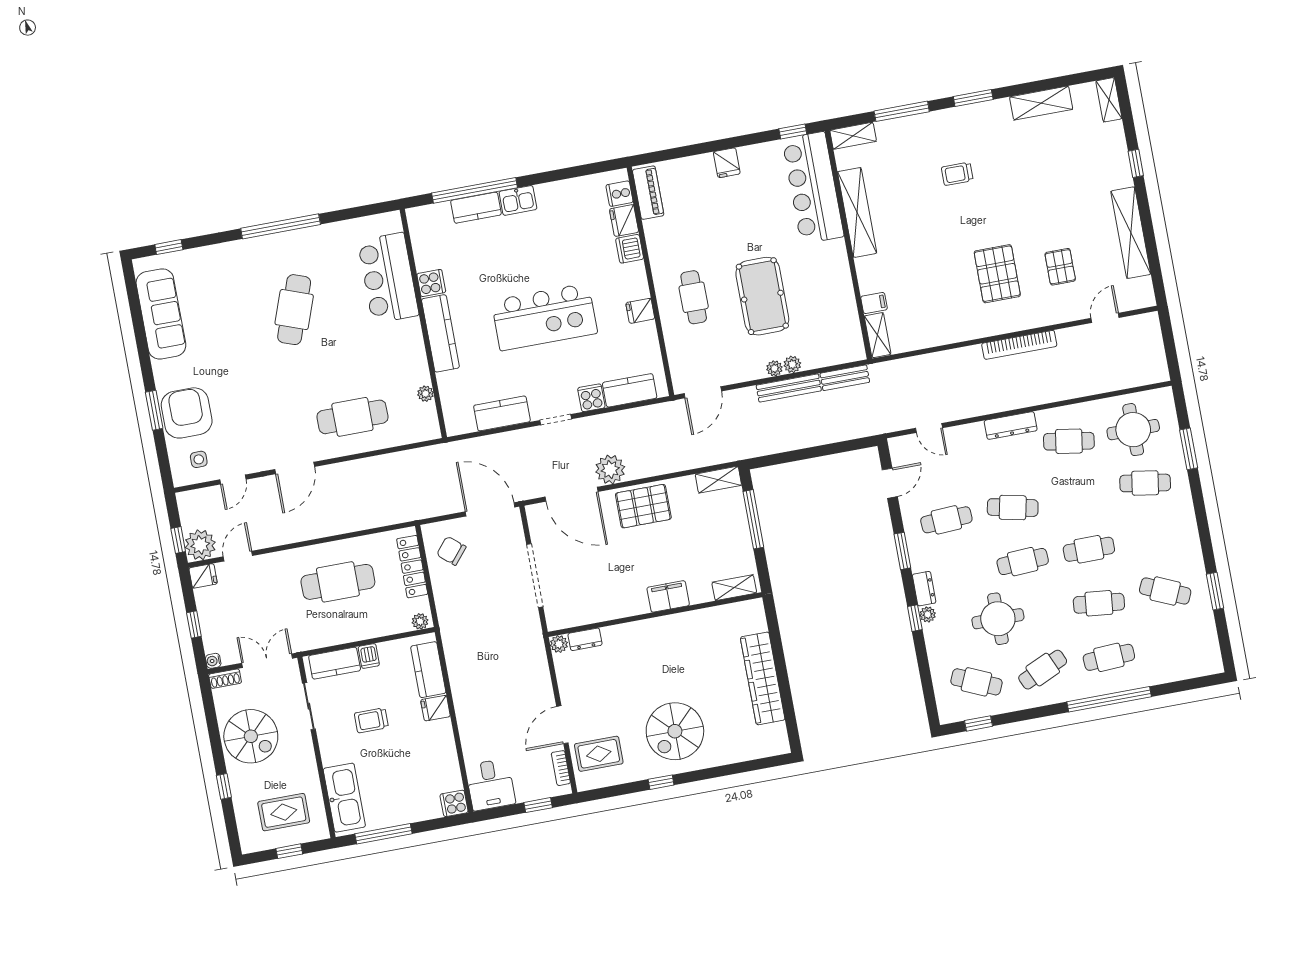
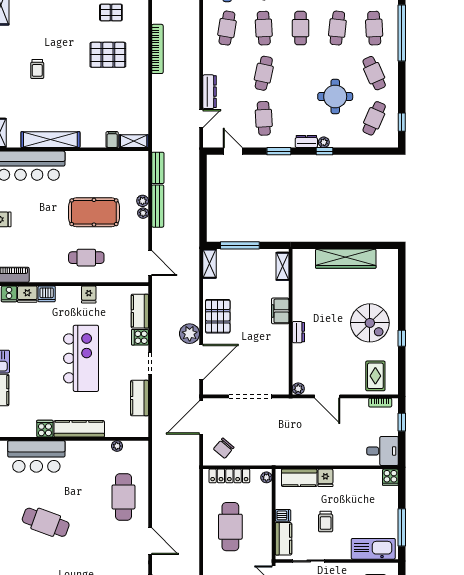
dresser: (1011, 426) -> (210, 92), moved
cafe table: (1023, 562) -> (264, 28), moved
dresser: (585, 639) -> (298, 332), moved
door: (562, 725) -> (327, 396), moved

